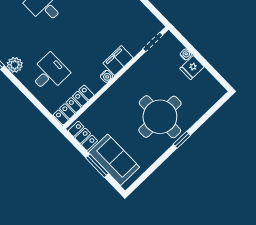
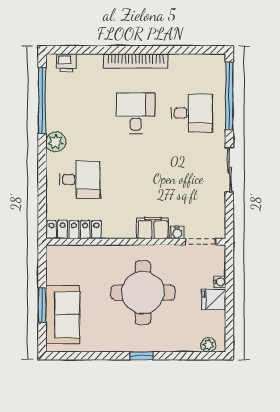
water cooler: (107, 76) -> (177, 232), moved
plant: (214, 97) -> (208, 345), added
round table: (160, 117) -> (143, 293), moved
locker: (83, 136) -> (55, 266), removed

